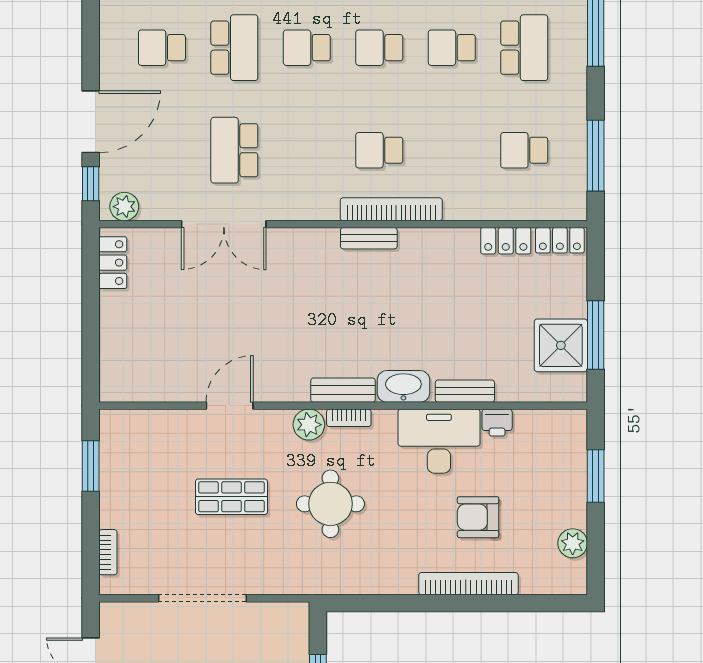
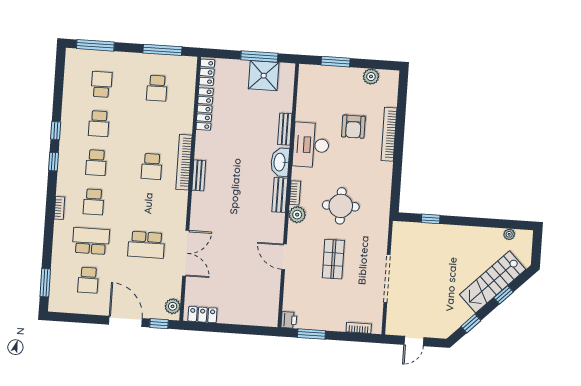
school desk: (524, 48) -> (102, 84), width x0.54
locker: (506, 241) -> (205, 109), width x1.53
printer: (497, 423) -> (289, 320), moved

